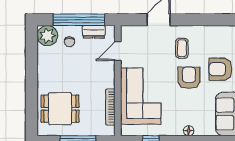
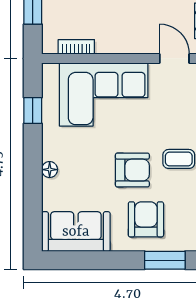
bookcase: (110, 107) -> (76, 47), width x0.64

